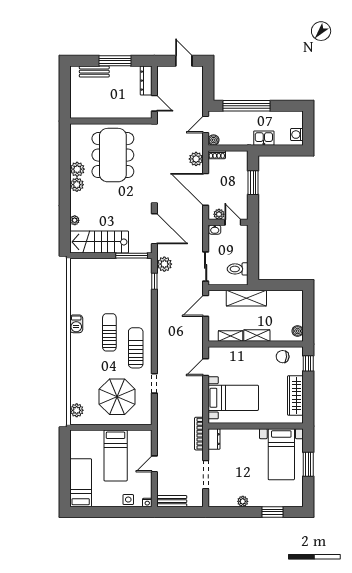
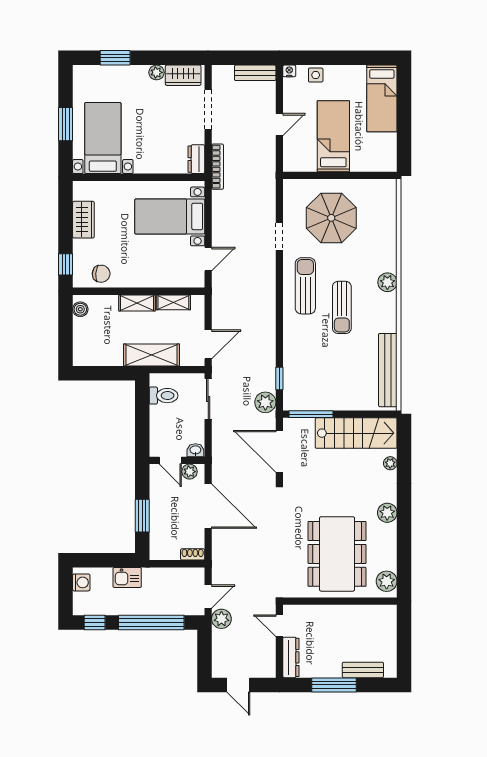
window: (287, 106) -> (95, 623), added
boiler: (214, 140) -> (197, 575), removed
plant: (196, 159) -> (221, 619), moved
plant: (77, 169) -> (387, 581), moved
bench: (76, 287) -> (388, 370), added
barbecue: (76, 324) -> (388, 319), removed
sun lounger: (136, 348) -> (305, 286), turned 180
wardrobe: (295, 395) -> (83, 220), width x0.67
plant: (77, 410) -> (387, 282), moved
wardrobe: (224, 499) -> (183, 75), added

